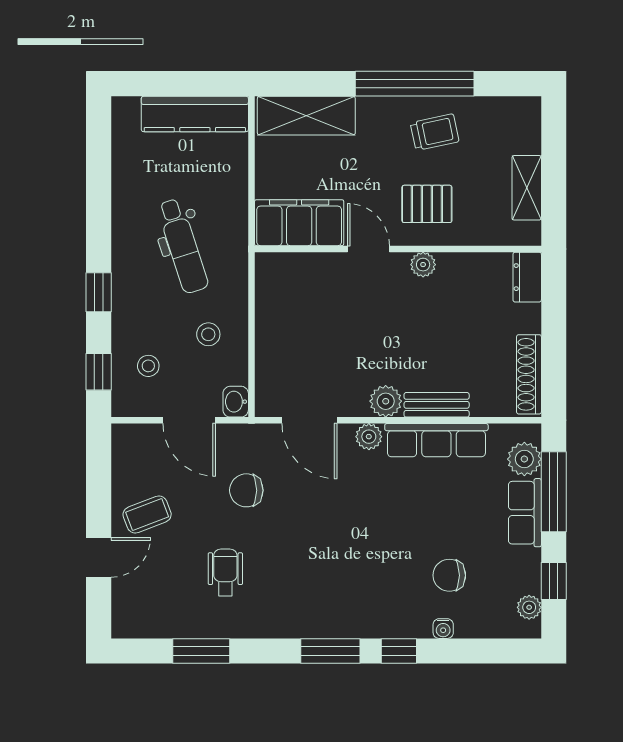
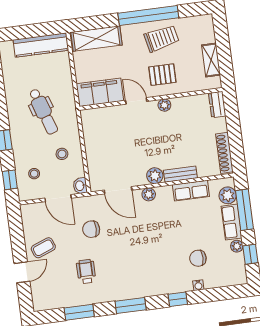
trolley: (435, 132) -> (162, 38), width x1.36, depth x1.39
row of seats: (436, 440) -> (191, 191), width x0.68
plant: (529, 607) -> (237, 246), moved
window: (330, 651) -> (131, 305), moved

